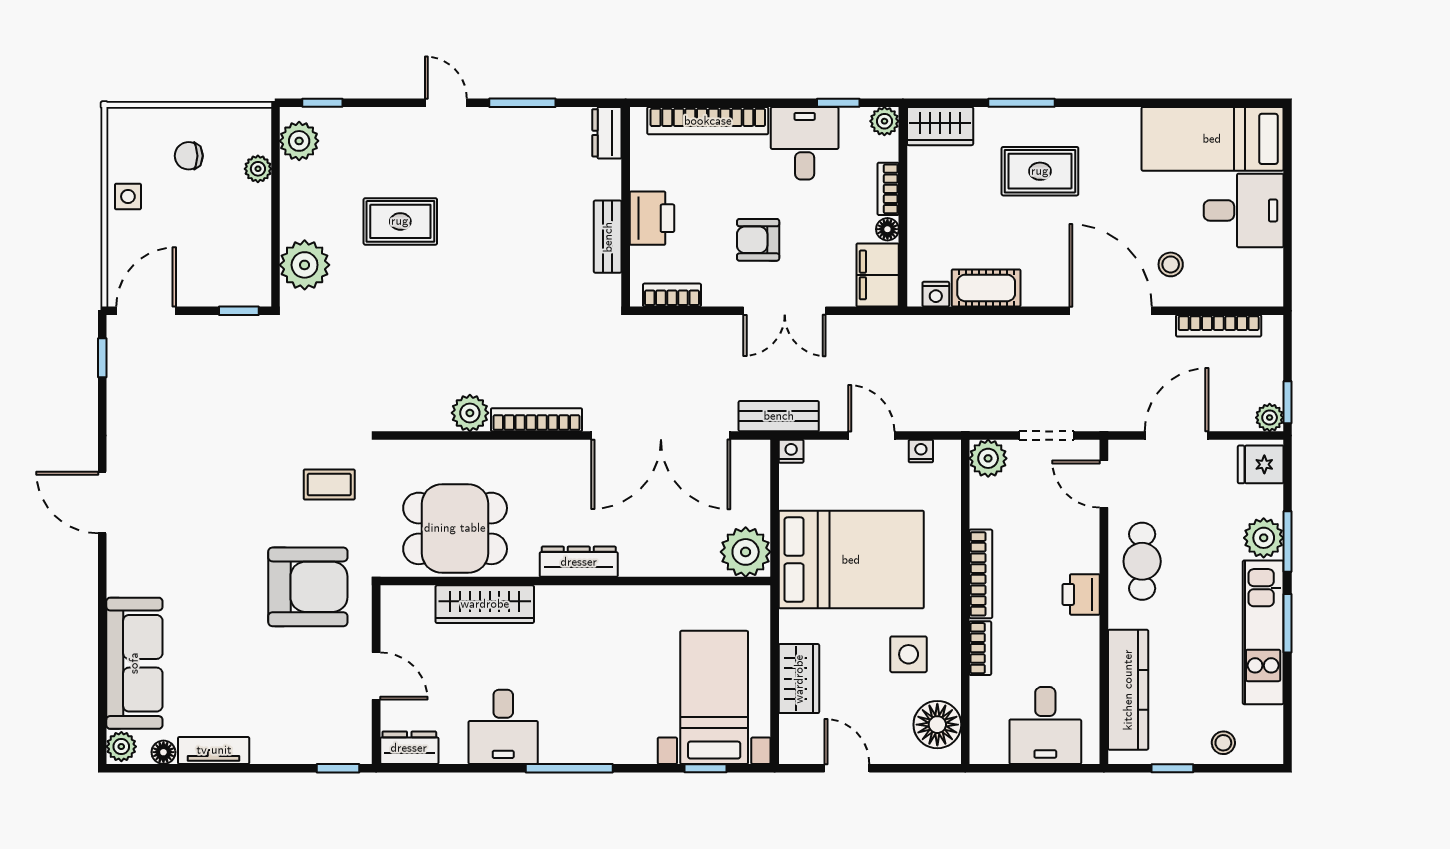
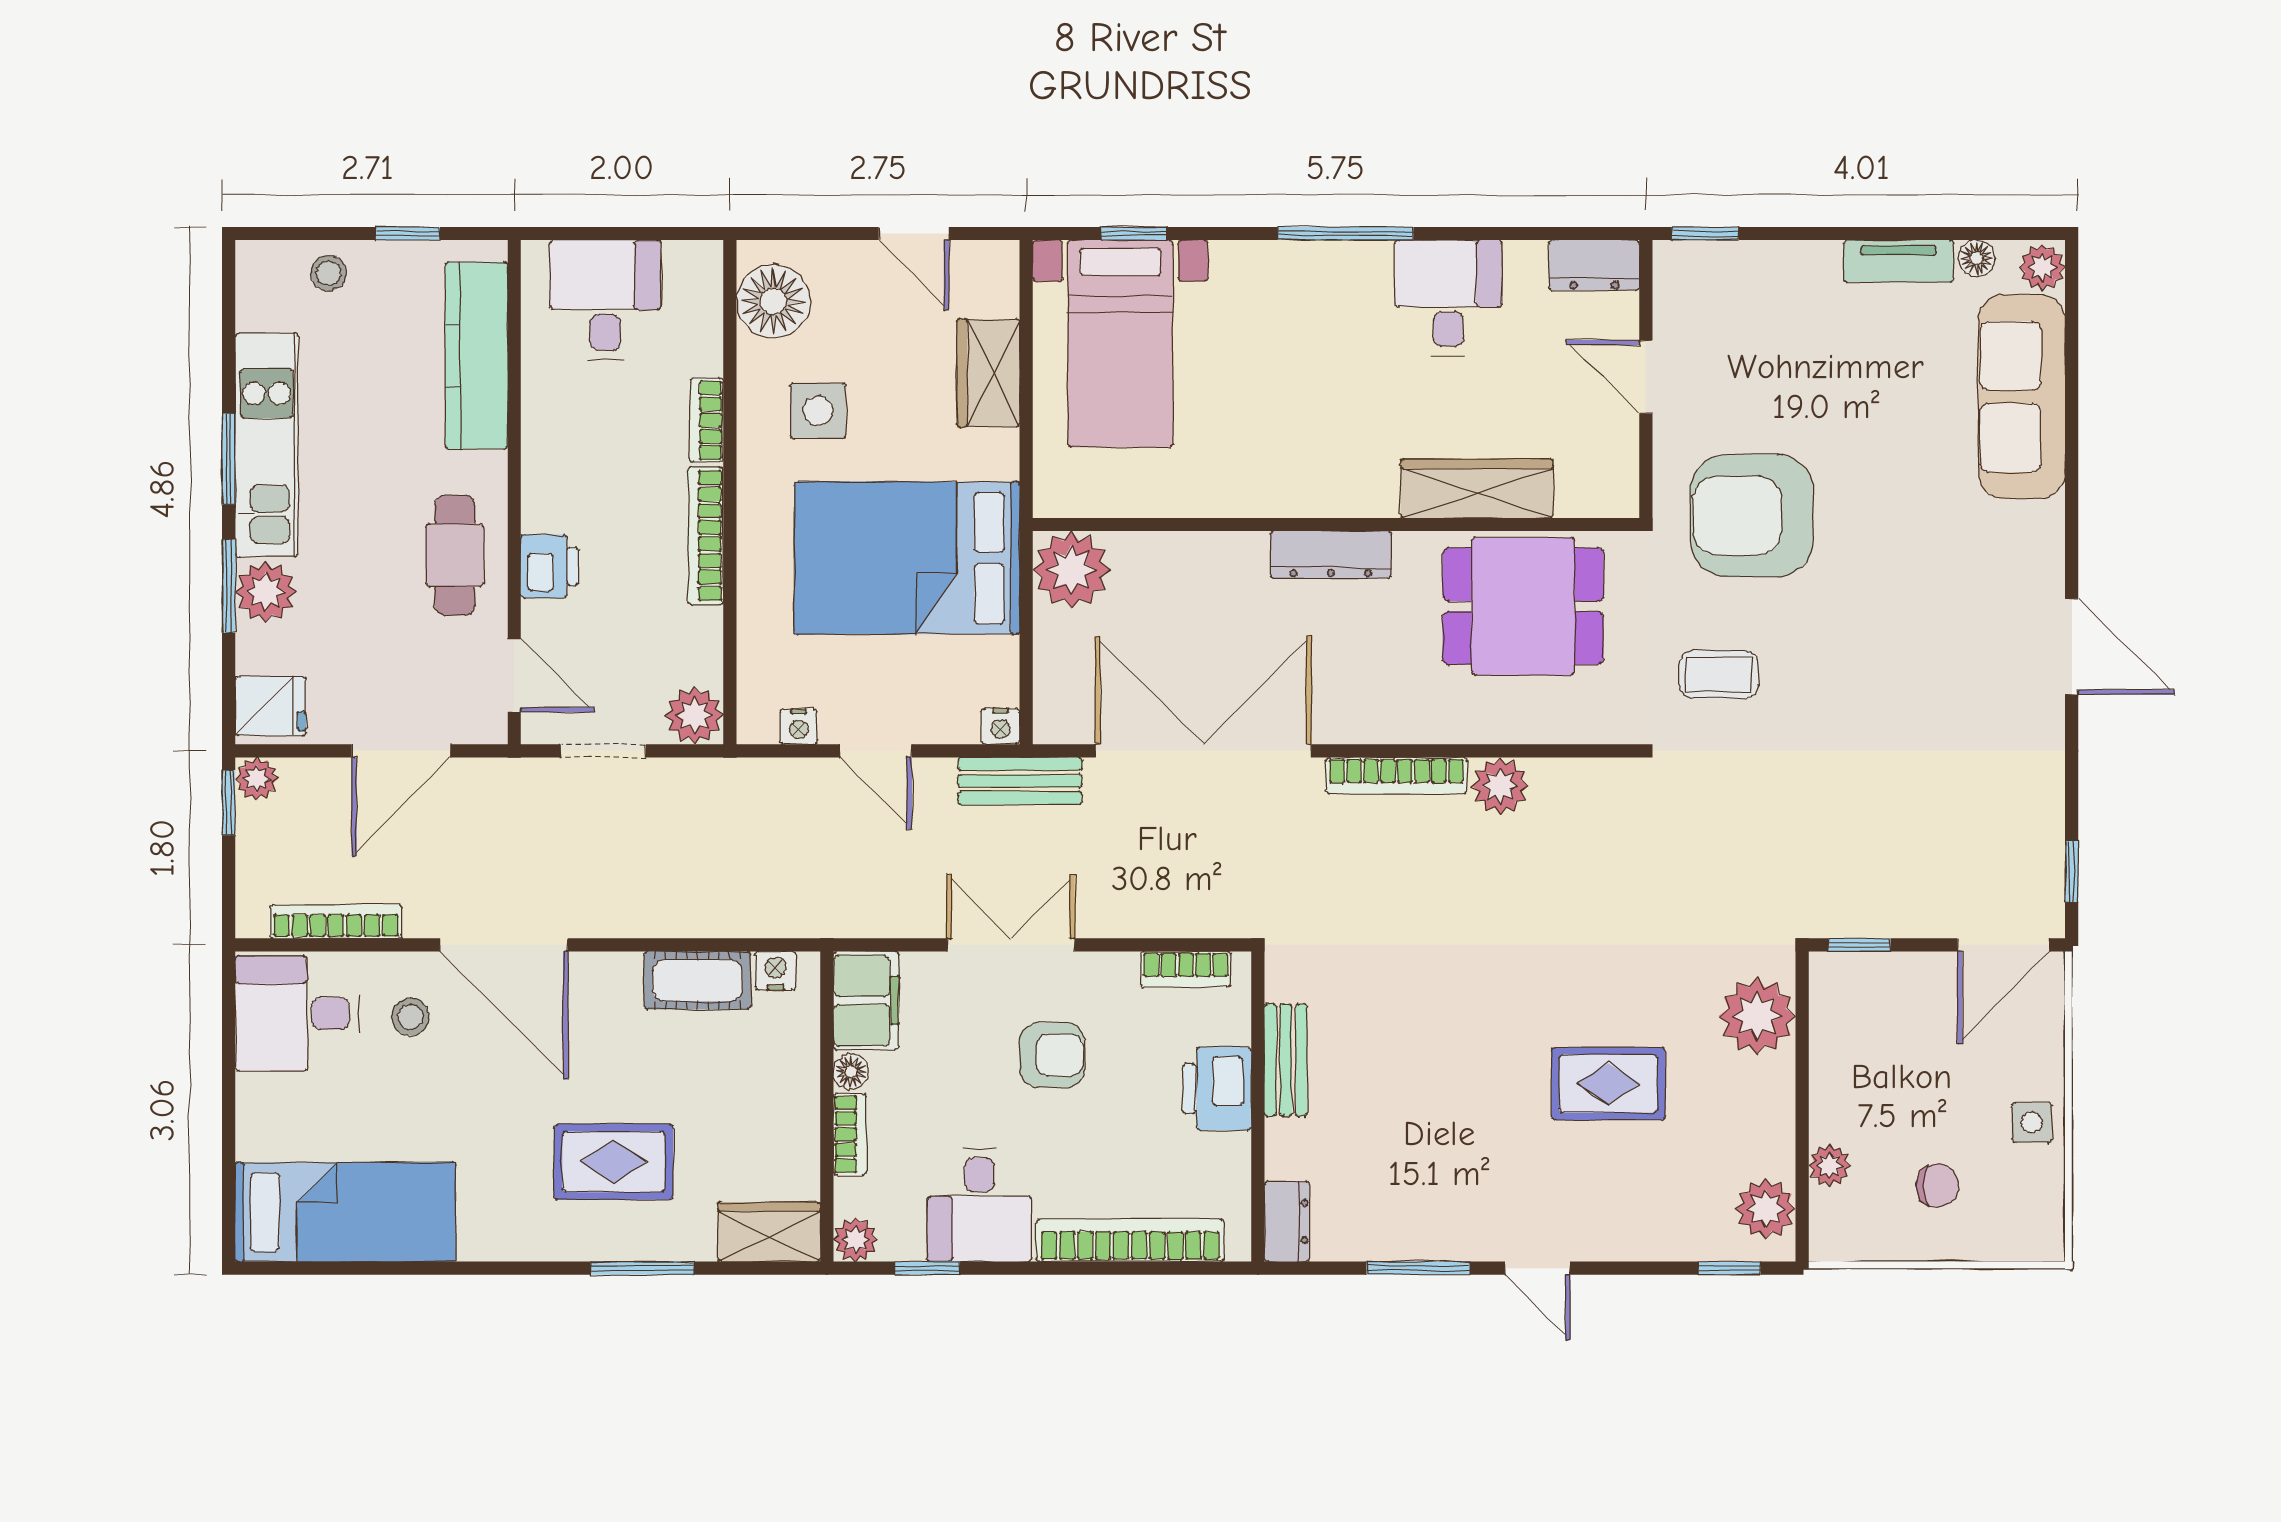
desk: (1244, 210) -> (297, 1014), moved
printer: (1081, 594) -> (550, 566), moved

